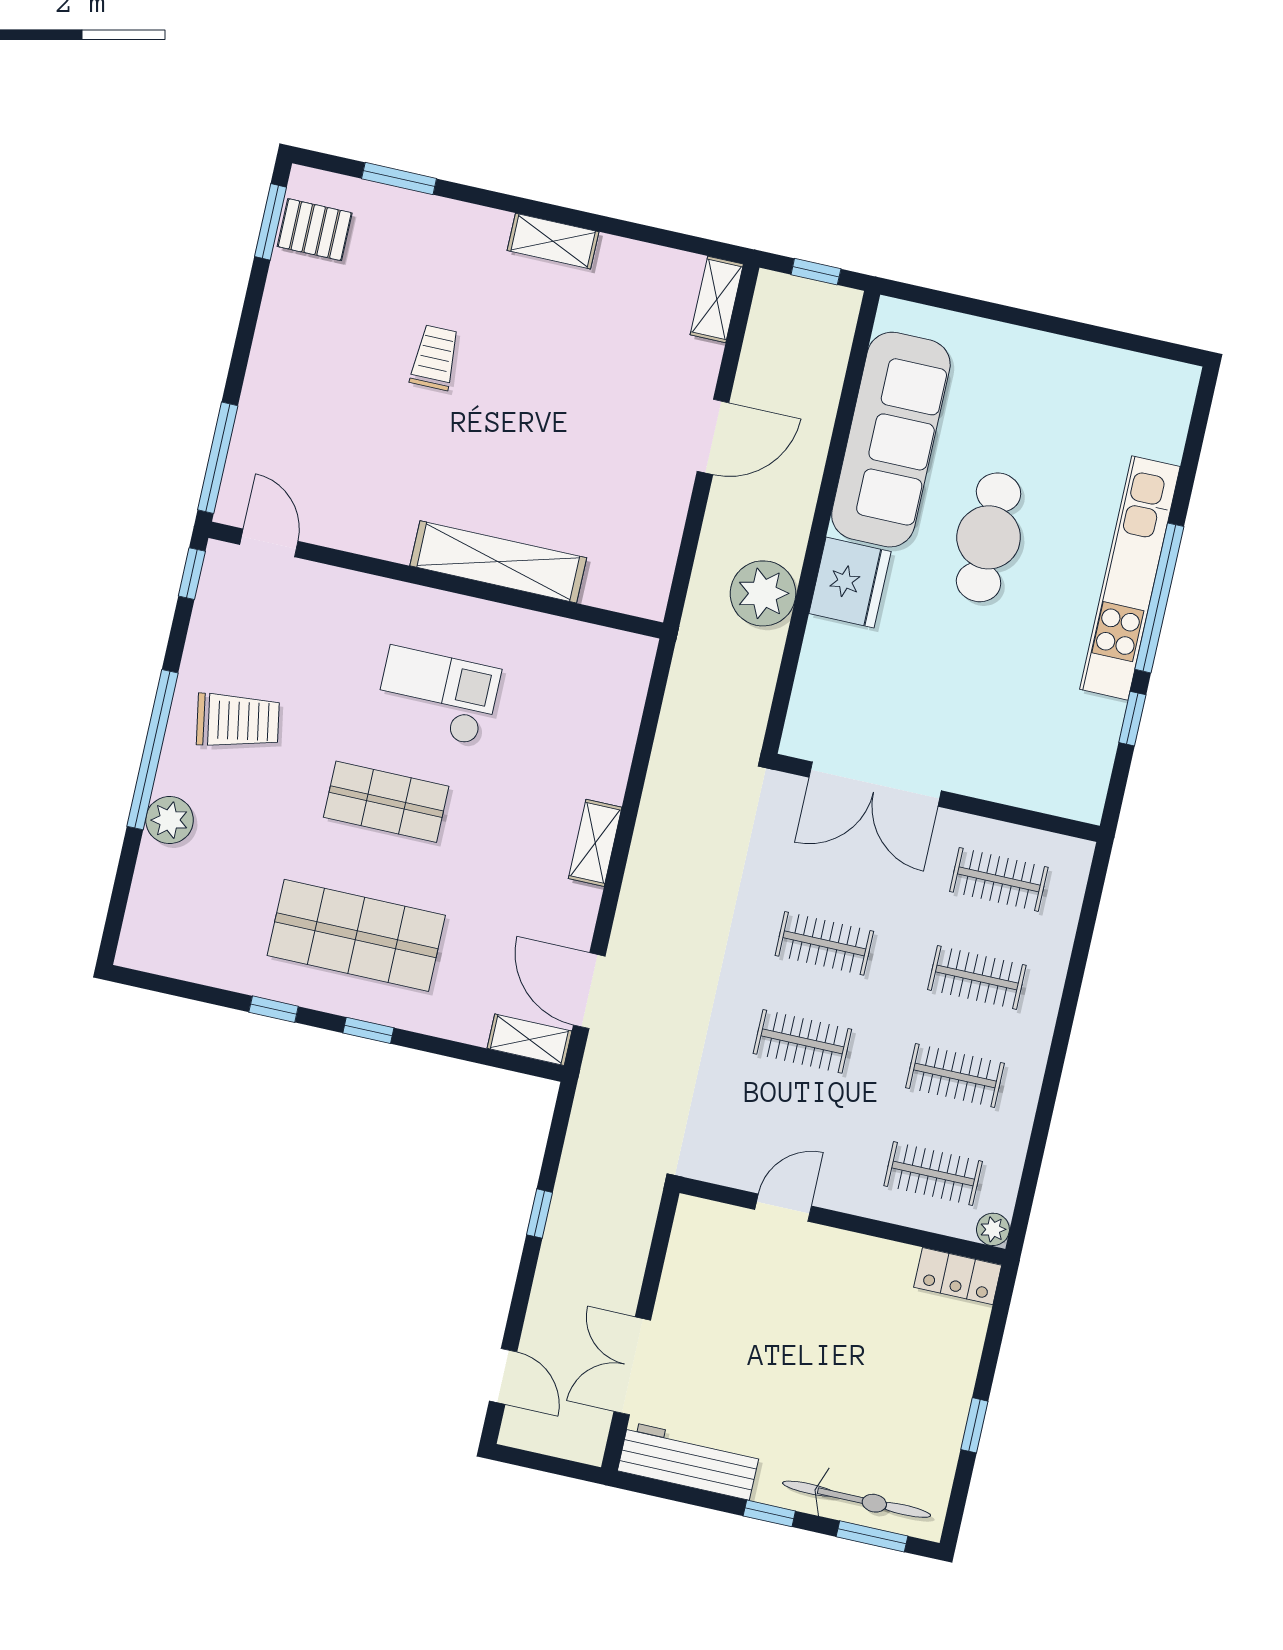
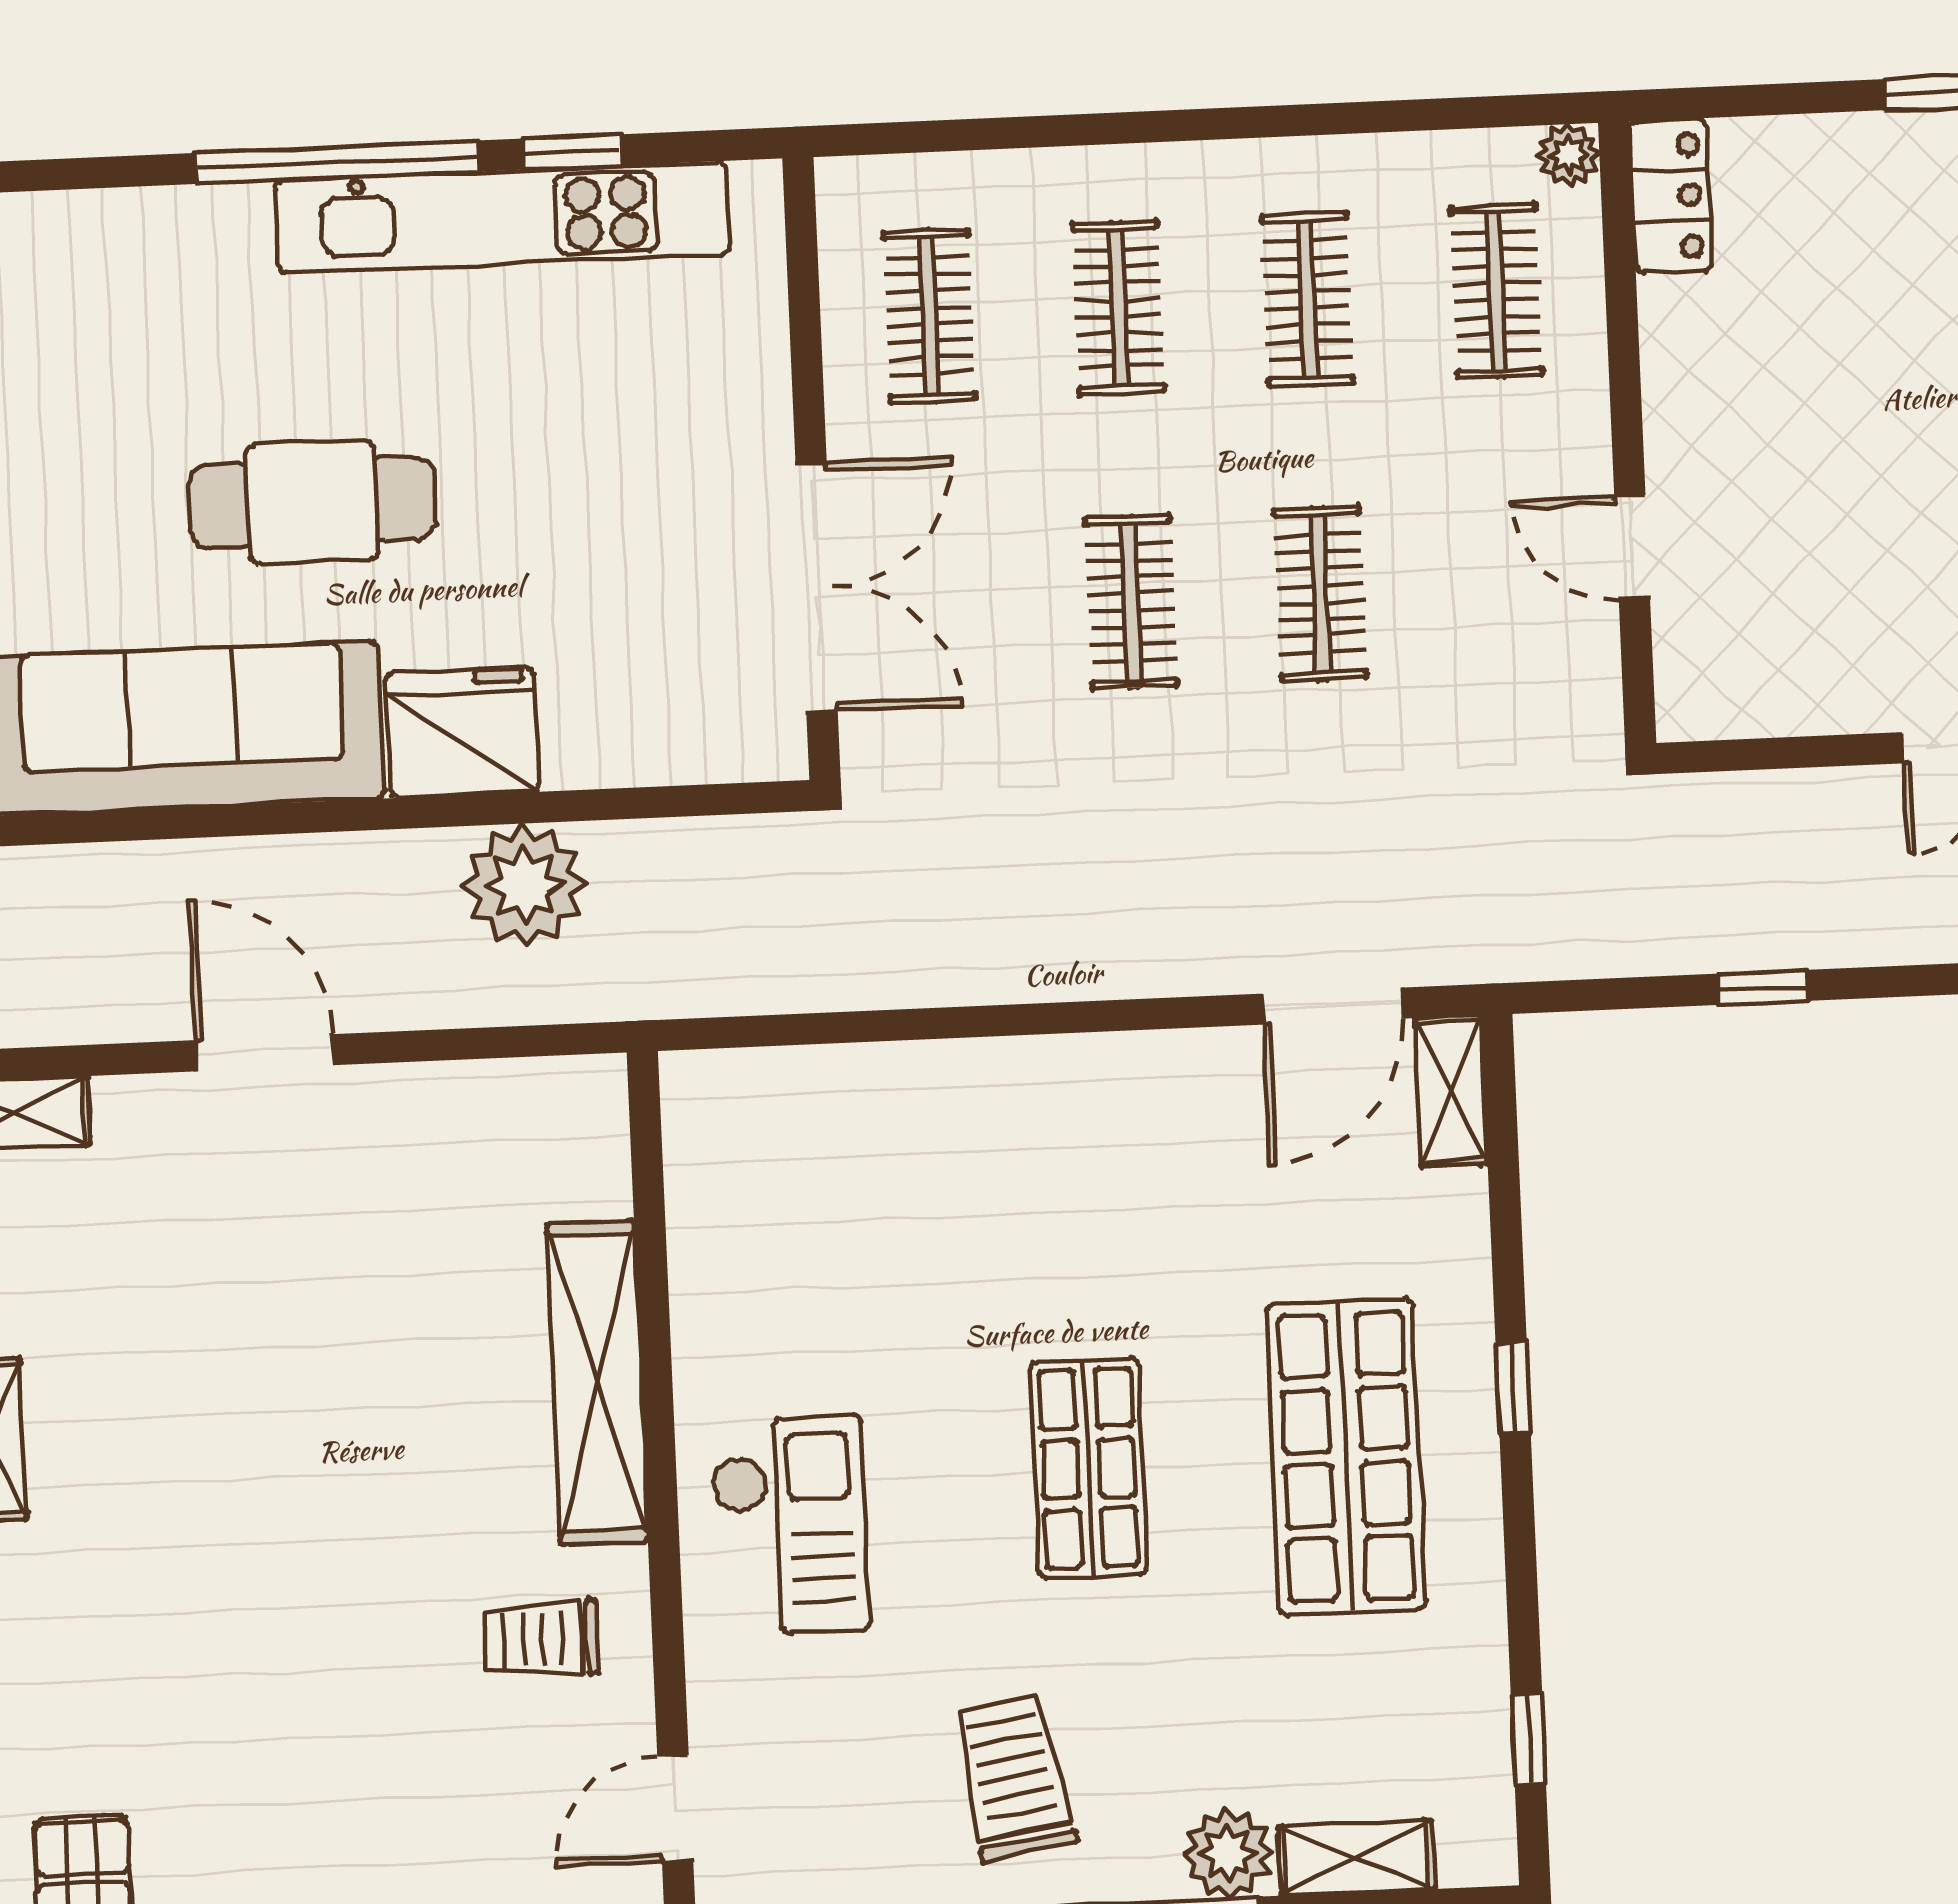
trolley: (435, 358) -> (541, 1639), moved
kitchen unit: (1130, 578) -> (502, 217), moved
checkout: (437, 696) -> (790, 1526), moved, turned 180
shelving: (595, 843) -> (1356, 1858), moved
window: (274, 1009) -> (1528, 1739), moved

